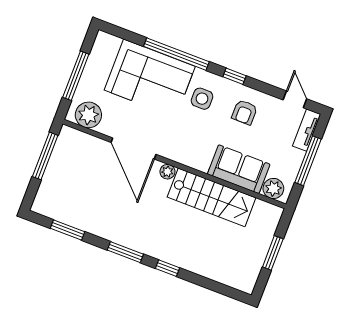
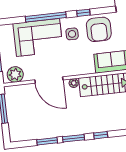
armchair: (245, 112) -> (99, 29), width x1.88, depth x1.88
window: (67, 230) -> (47, 141), moved

